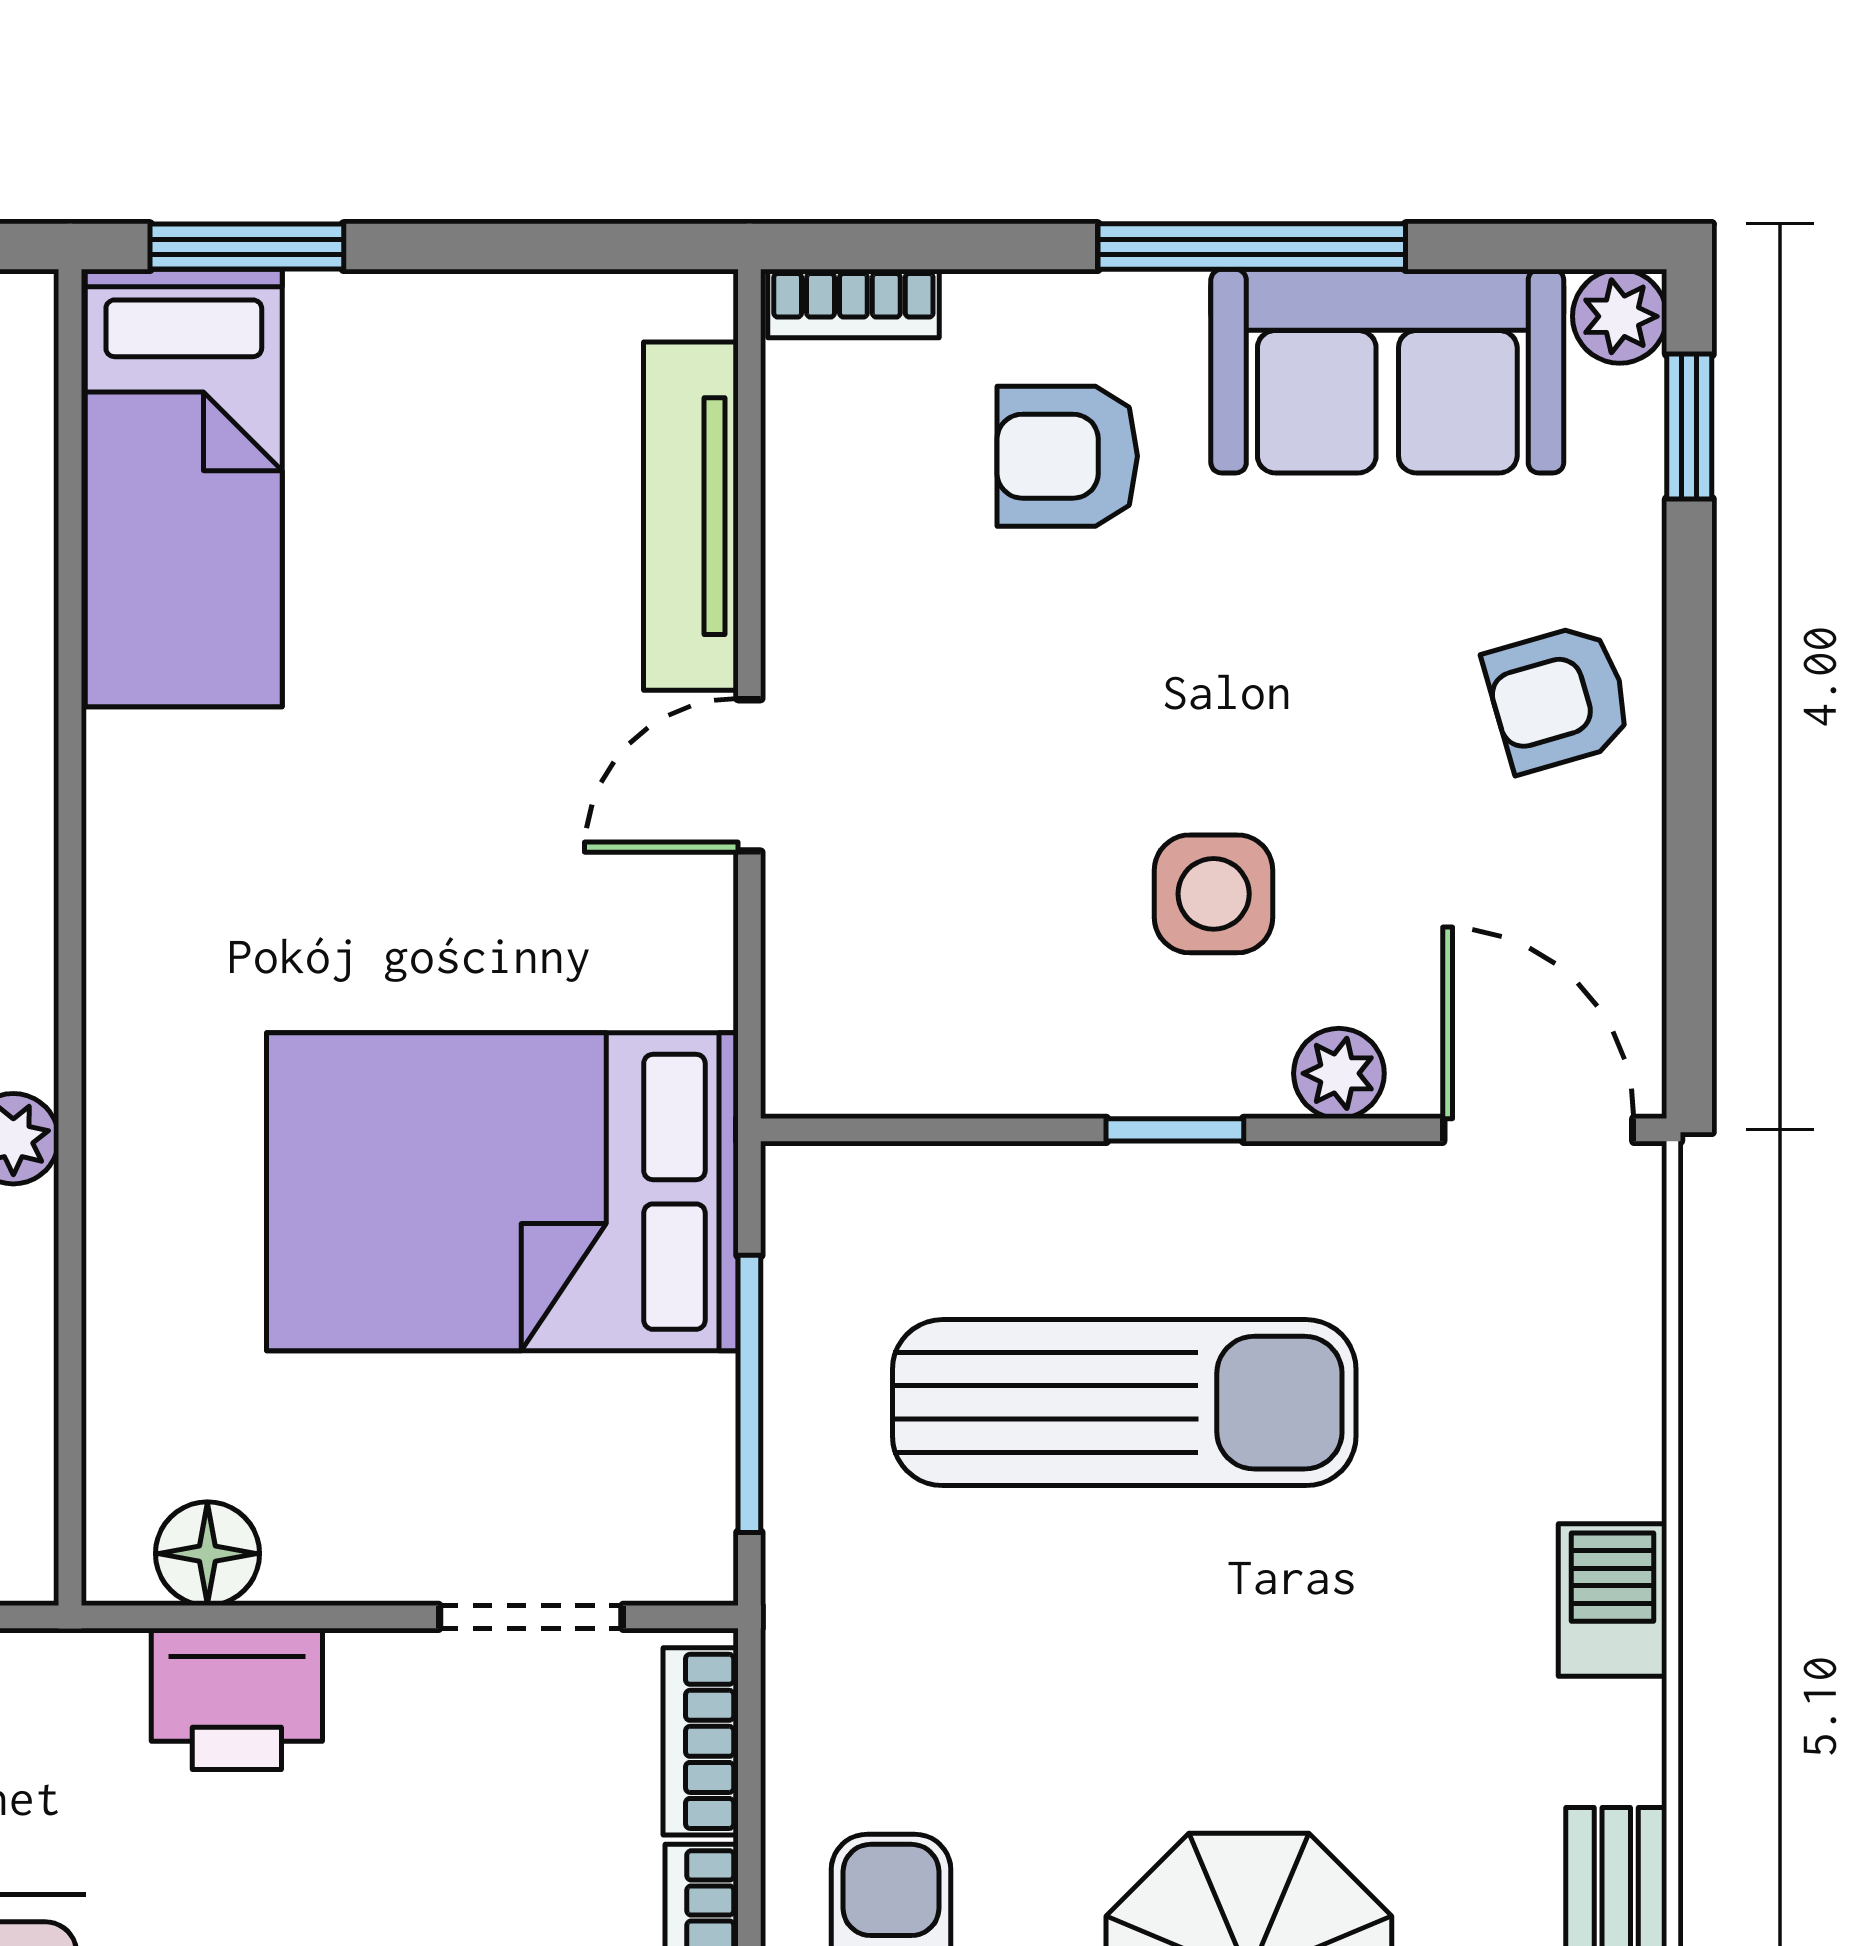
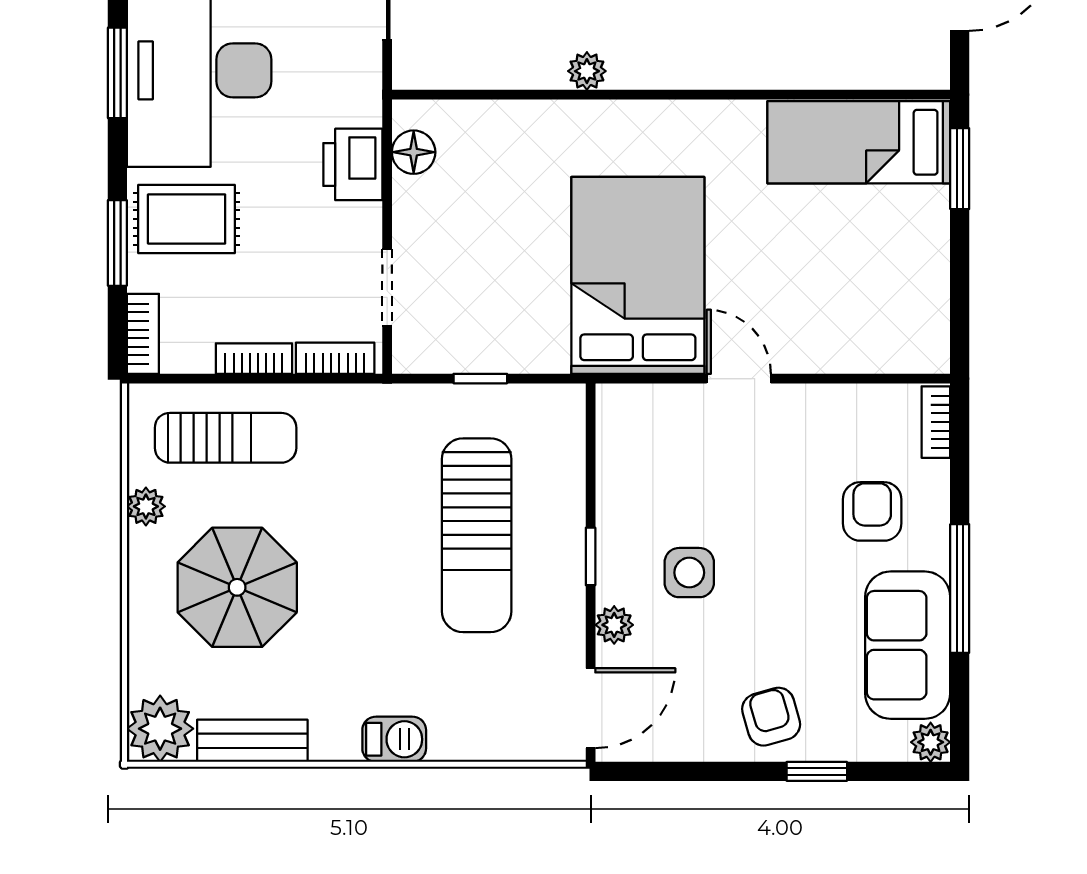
window: (1689, 427) -> (817, 771), moved
tv unit: (691, 516) -> (847, 354), removed
bed: (502, 1192) -> (638, 275), moved
window: (749, 1394) -> (480, 379), width x0.46

